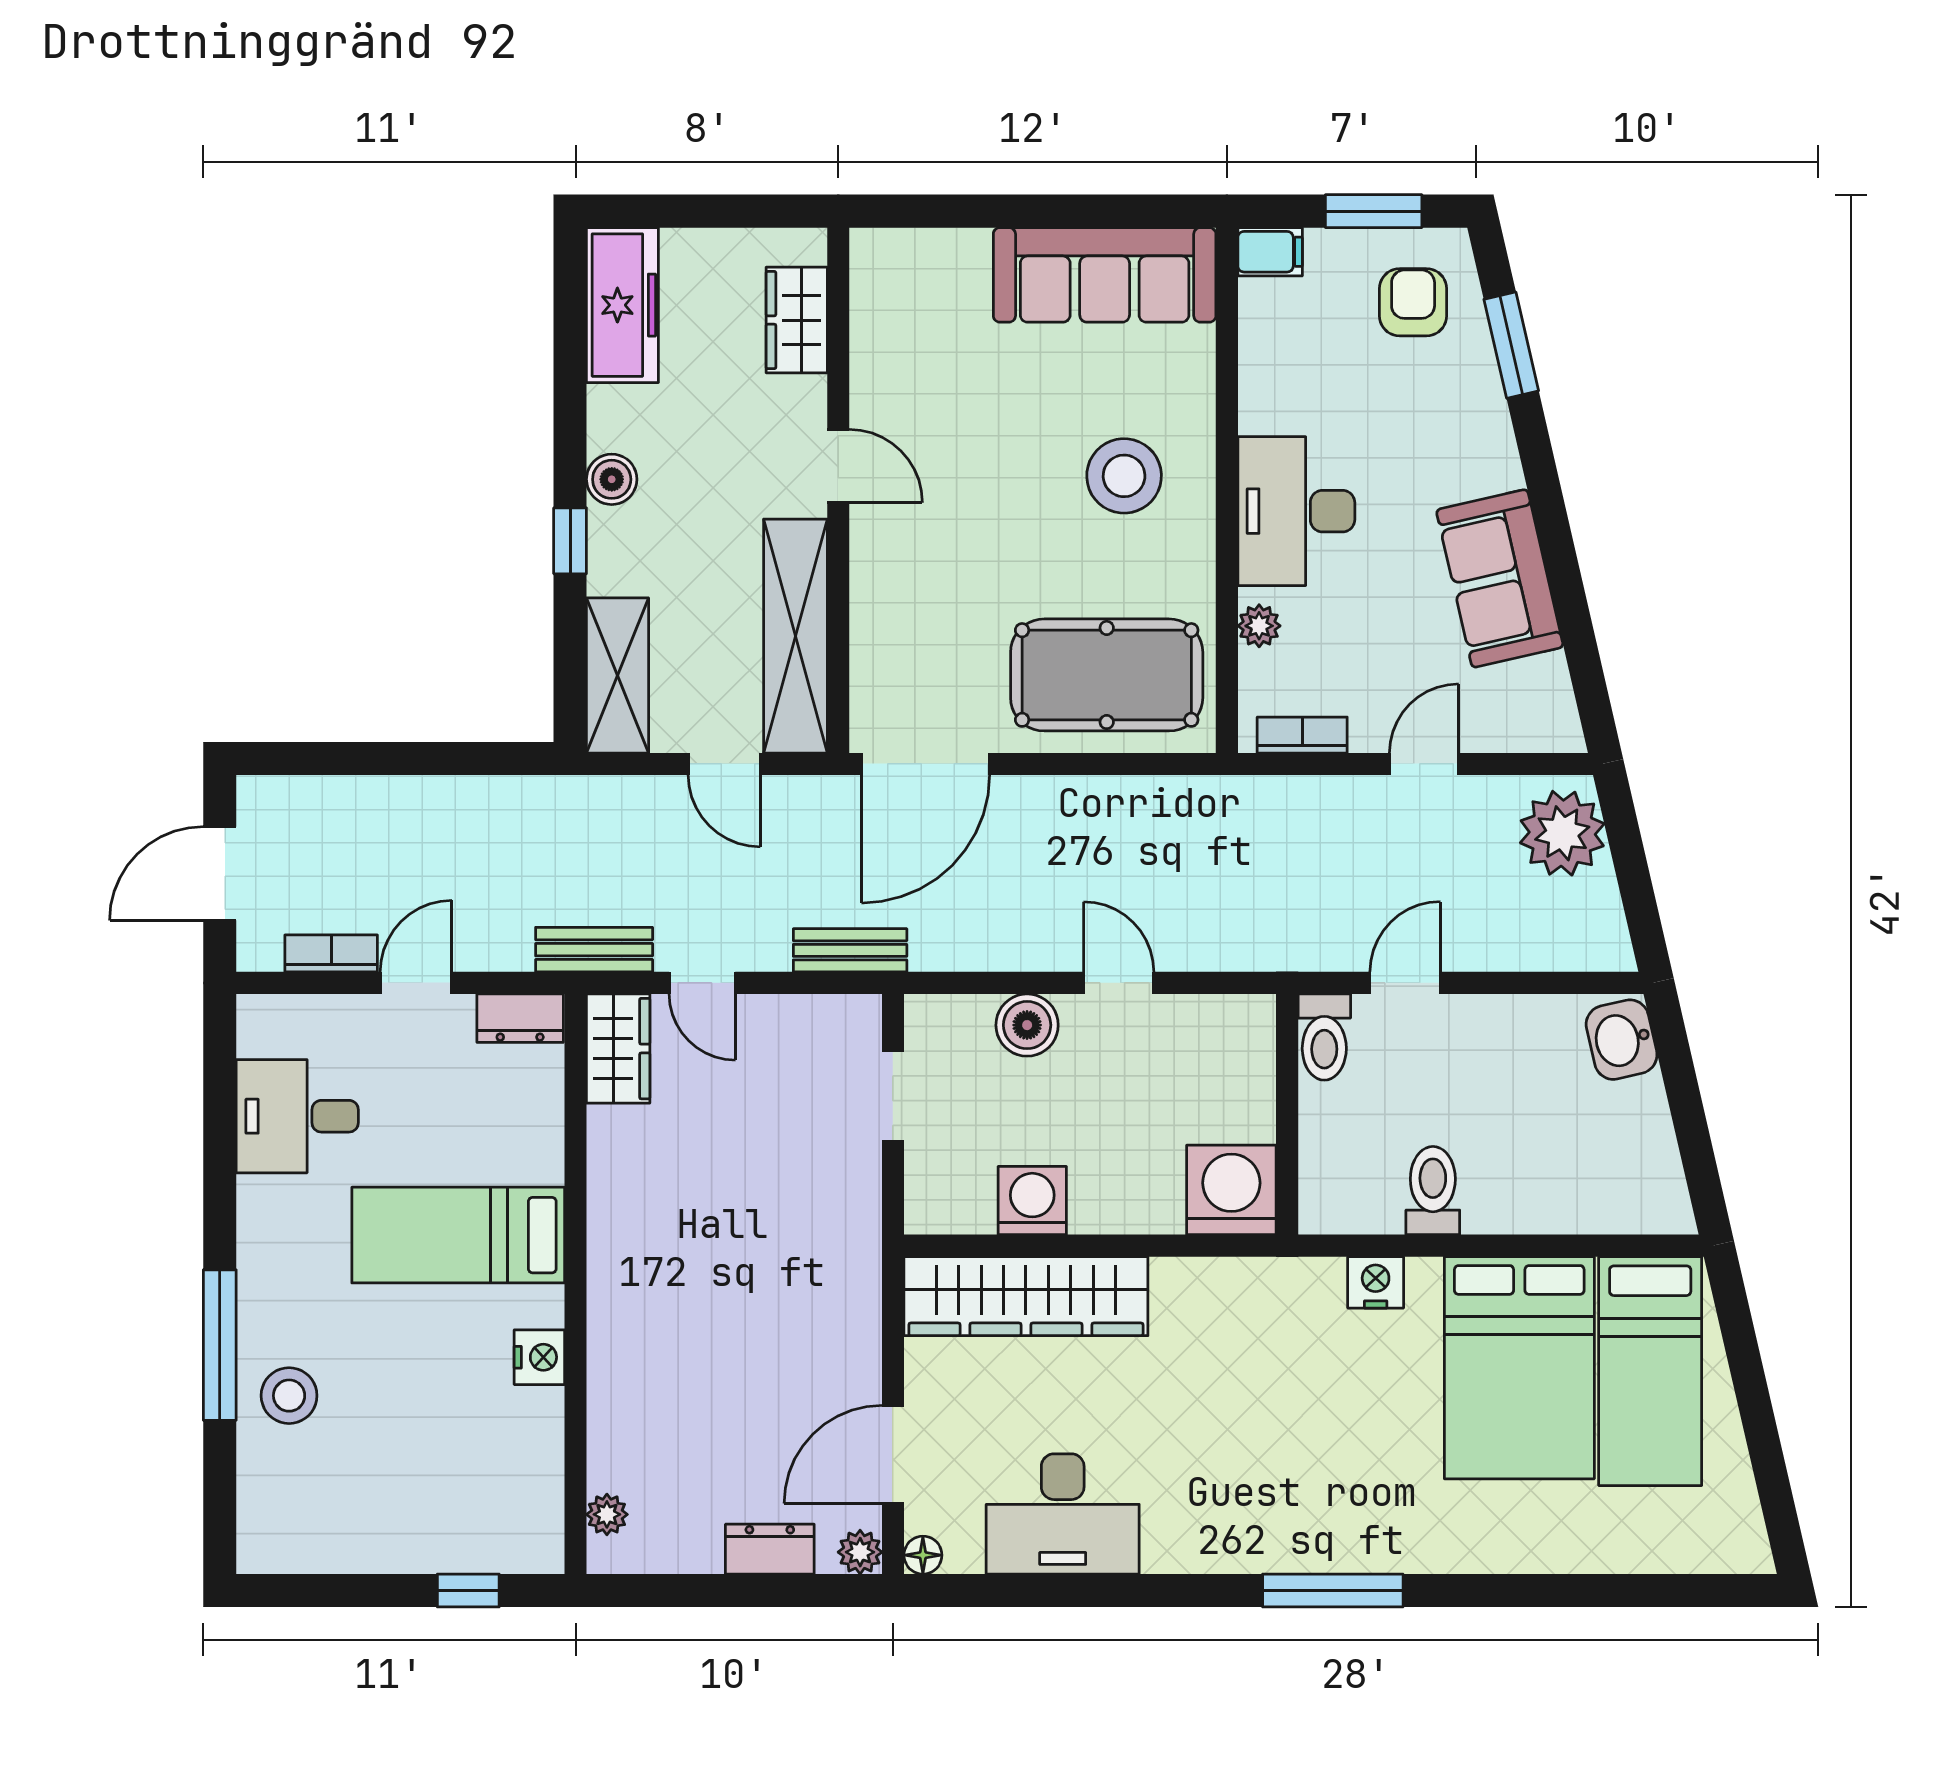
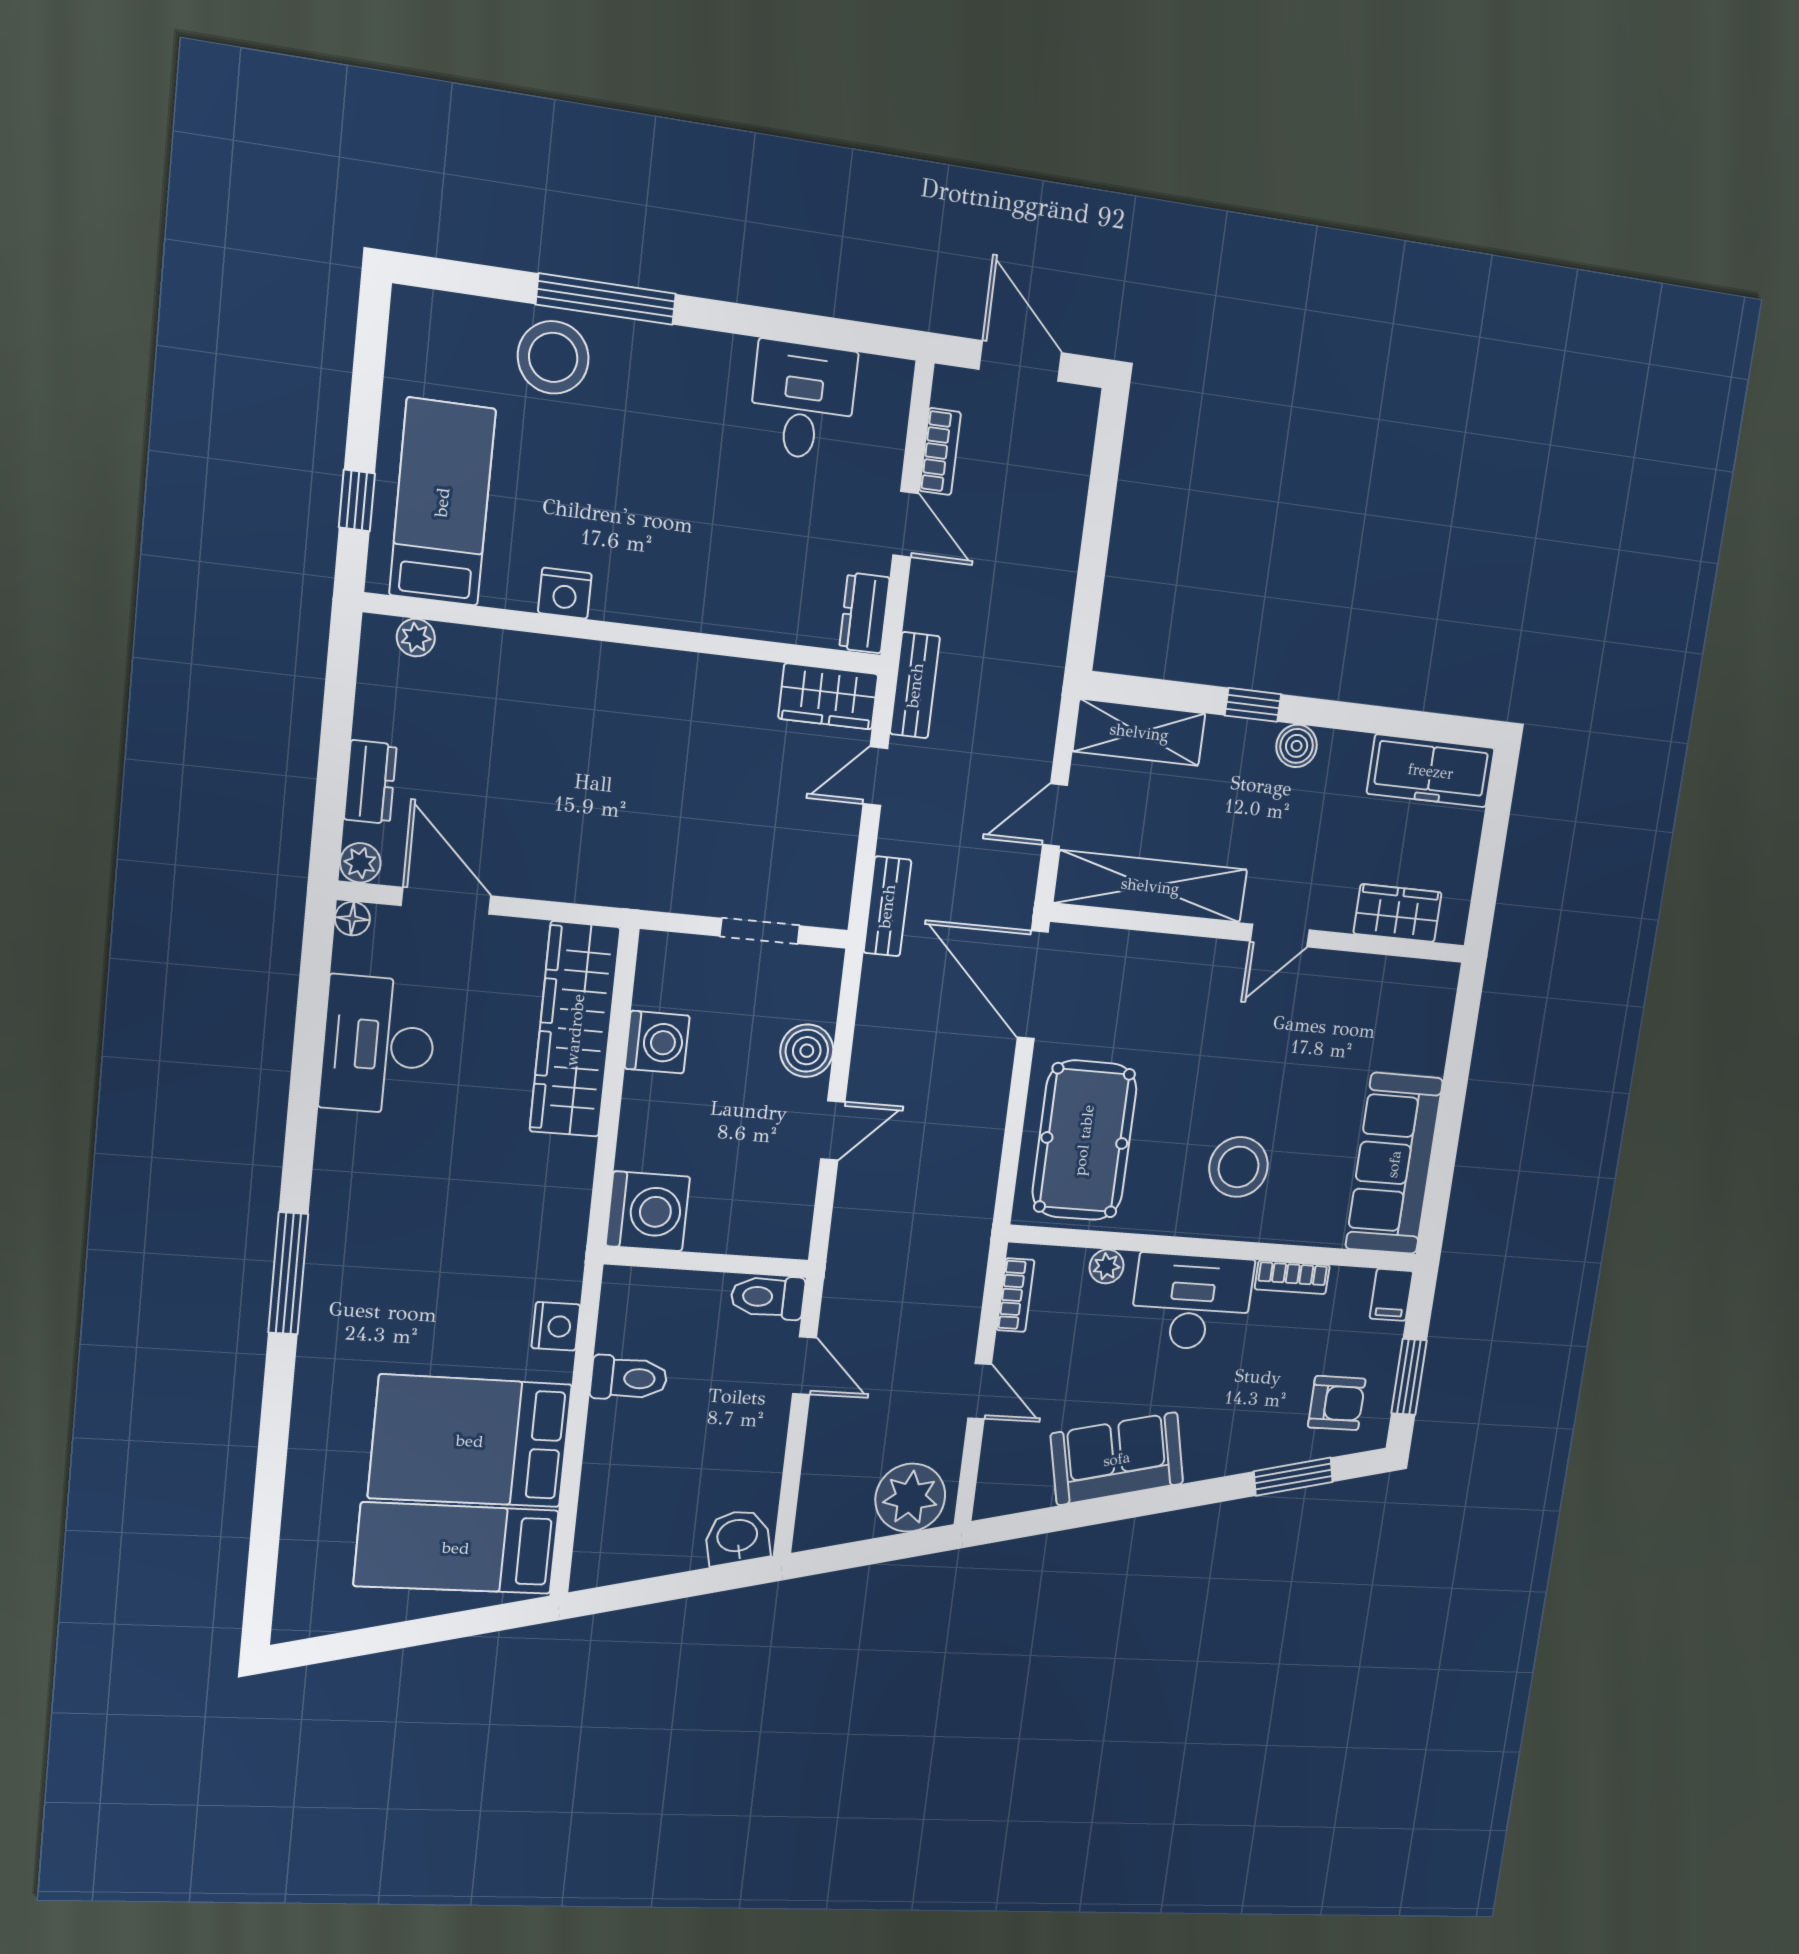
bookcase: (1257, 386) -> (1292, 1277), added
bed: (458, 1235) -> (442, 502), moved
stool: (289, 1396) -> (553, 357), width x1.38, depth x1.38

